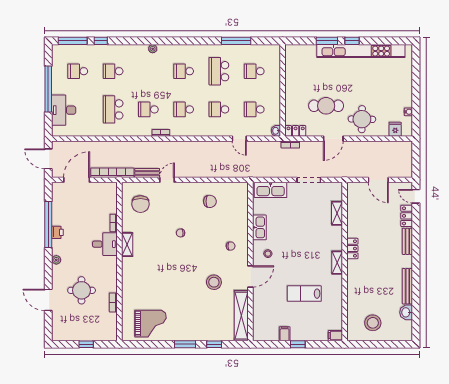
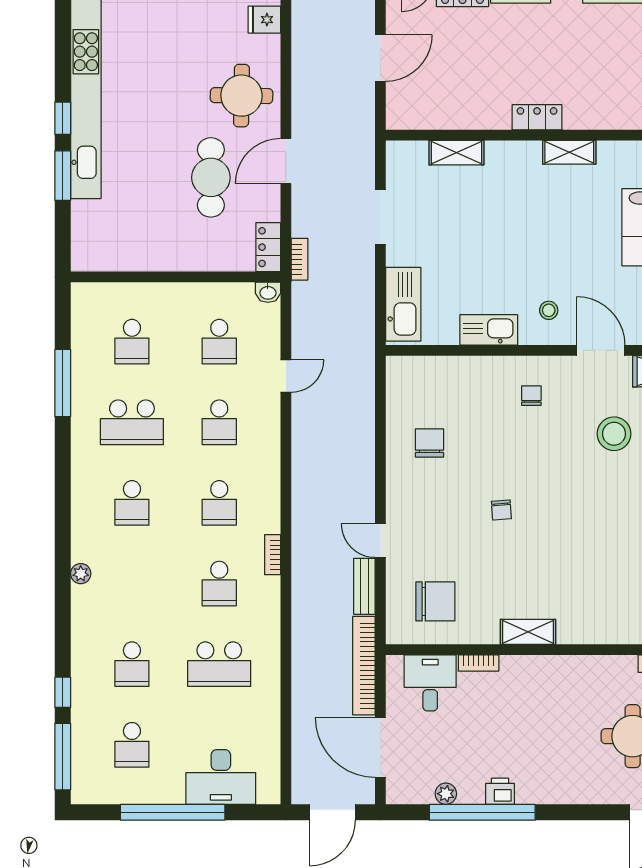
door: (333, 139) -> (286, 161), swing flipped
desk: (105, 244) -> (430, 683), moved
plant: (56, 260) -> (446, 794), moved

